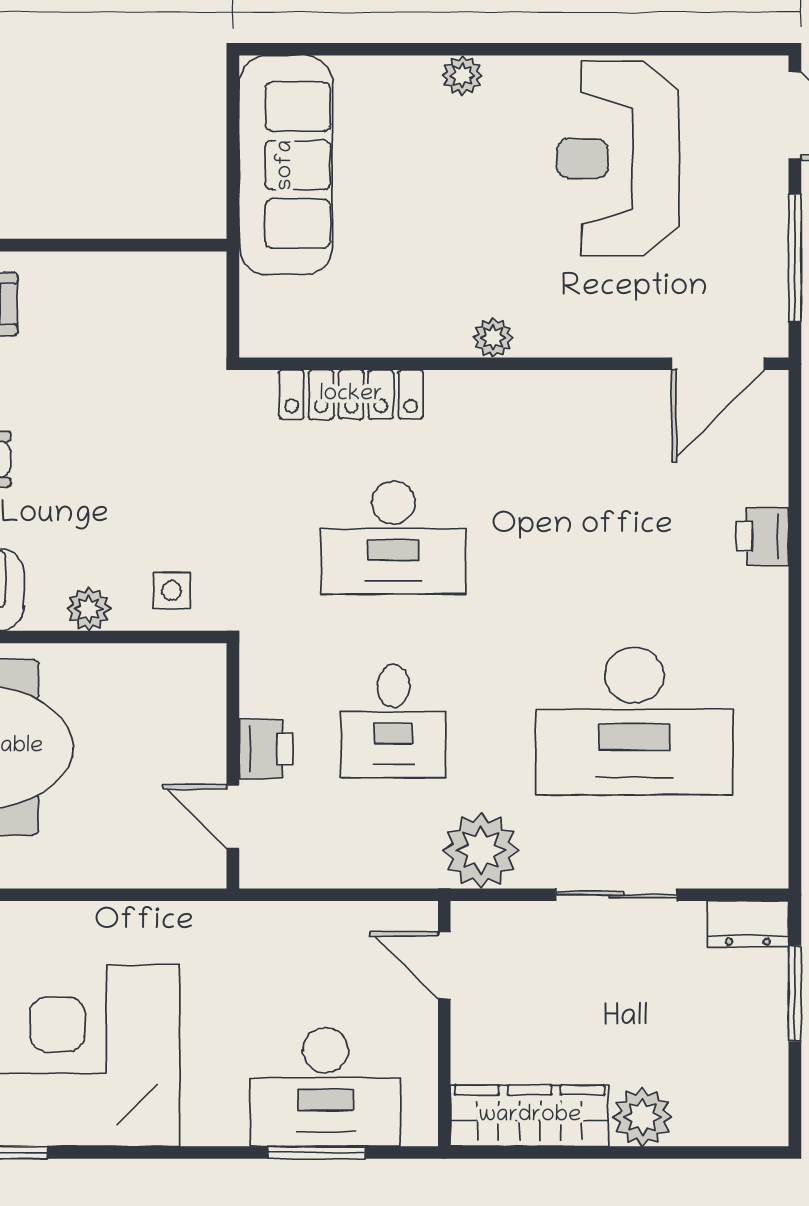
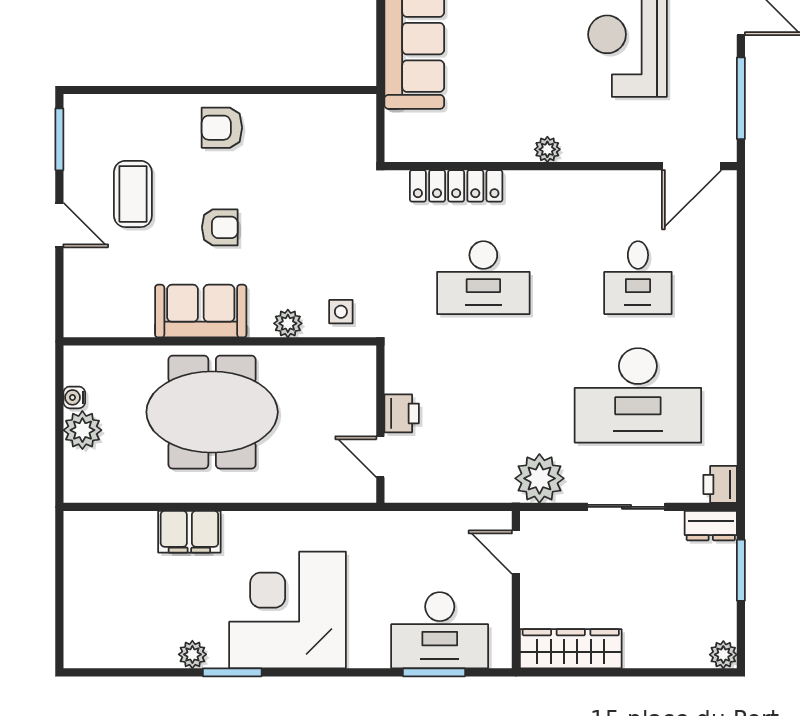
printer: (762, 536) -> (720, 484), moved
desk: (393, 721) -> (638, 278), moved
plant: (642, 1117) -> (723, 655), moved, width x0.73, depth x0.73

